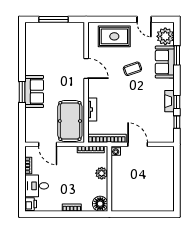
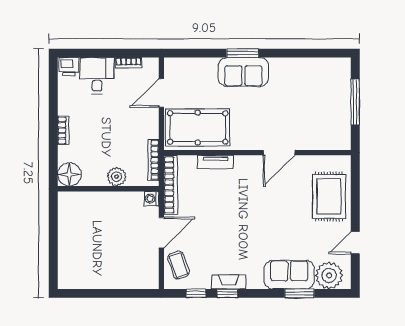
coffee table: (132, 69) -> (178, 265), moved

